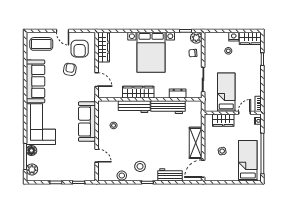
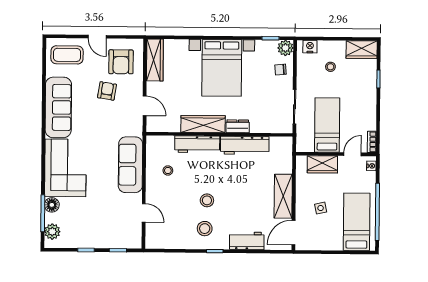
nightstand: (234, 37) -> (310, 47), moved
dresser: (178, 94) -> (238, 126), moved
stool: (122, 176) -> (207, 200), moved

